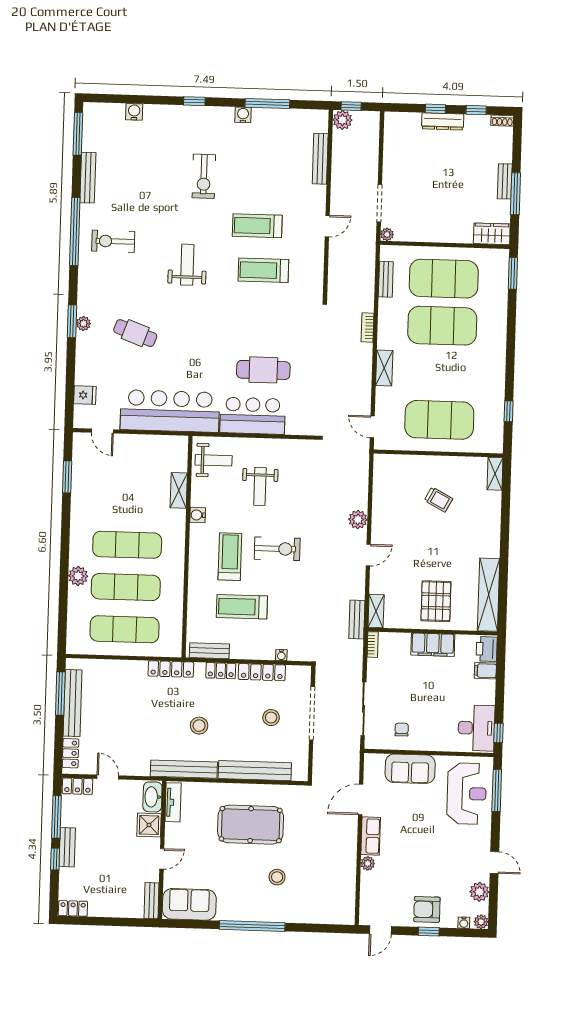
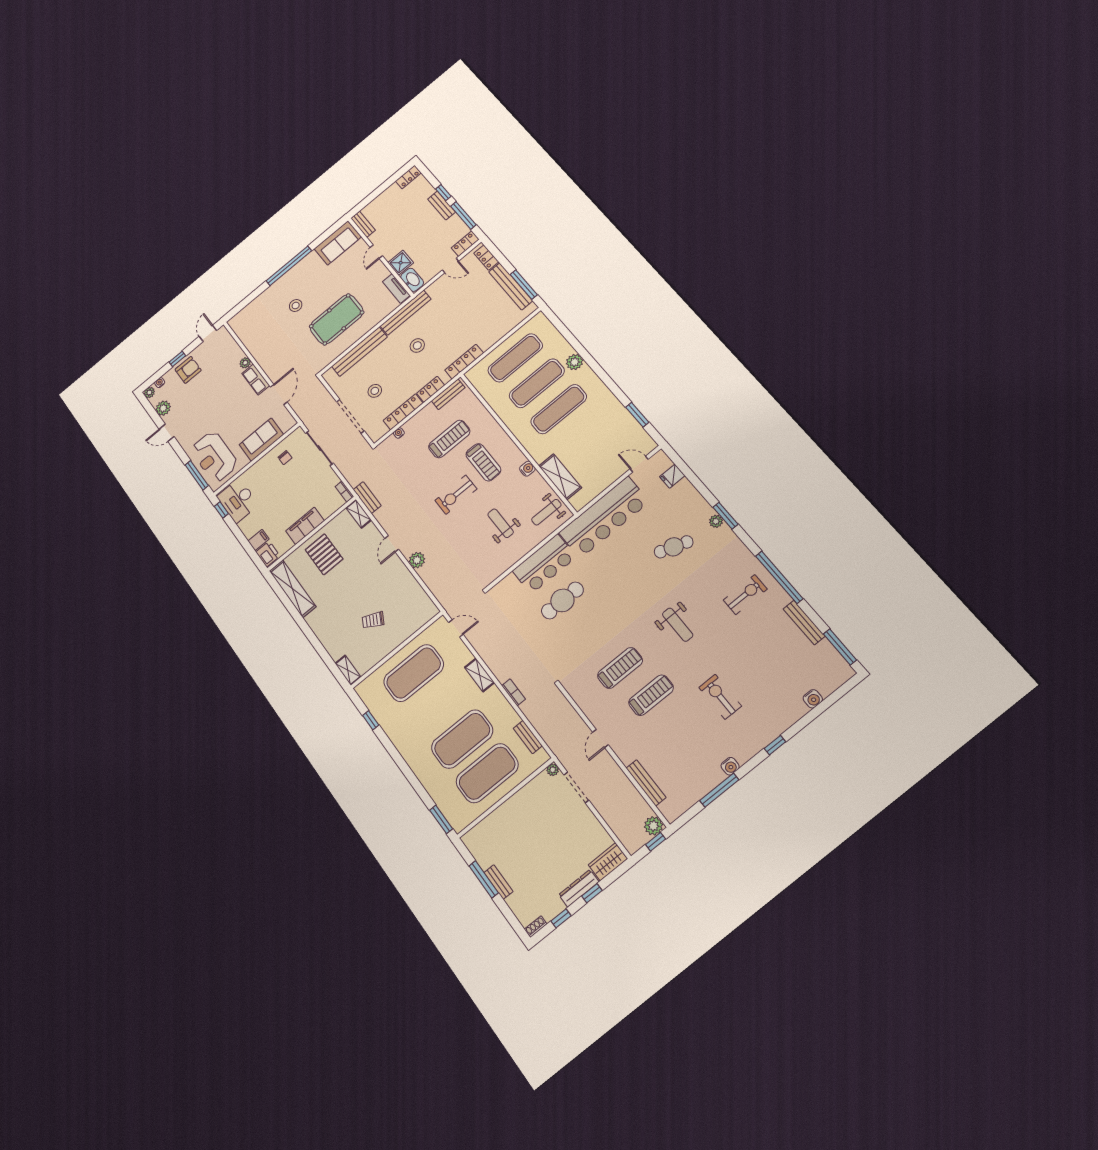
wardrobe: (492, 234) -> (608, 862), moved, turned 180
shelving: (179, 490) -> (560, 477), width x1.50, depth x1.33

